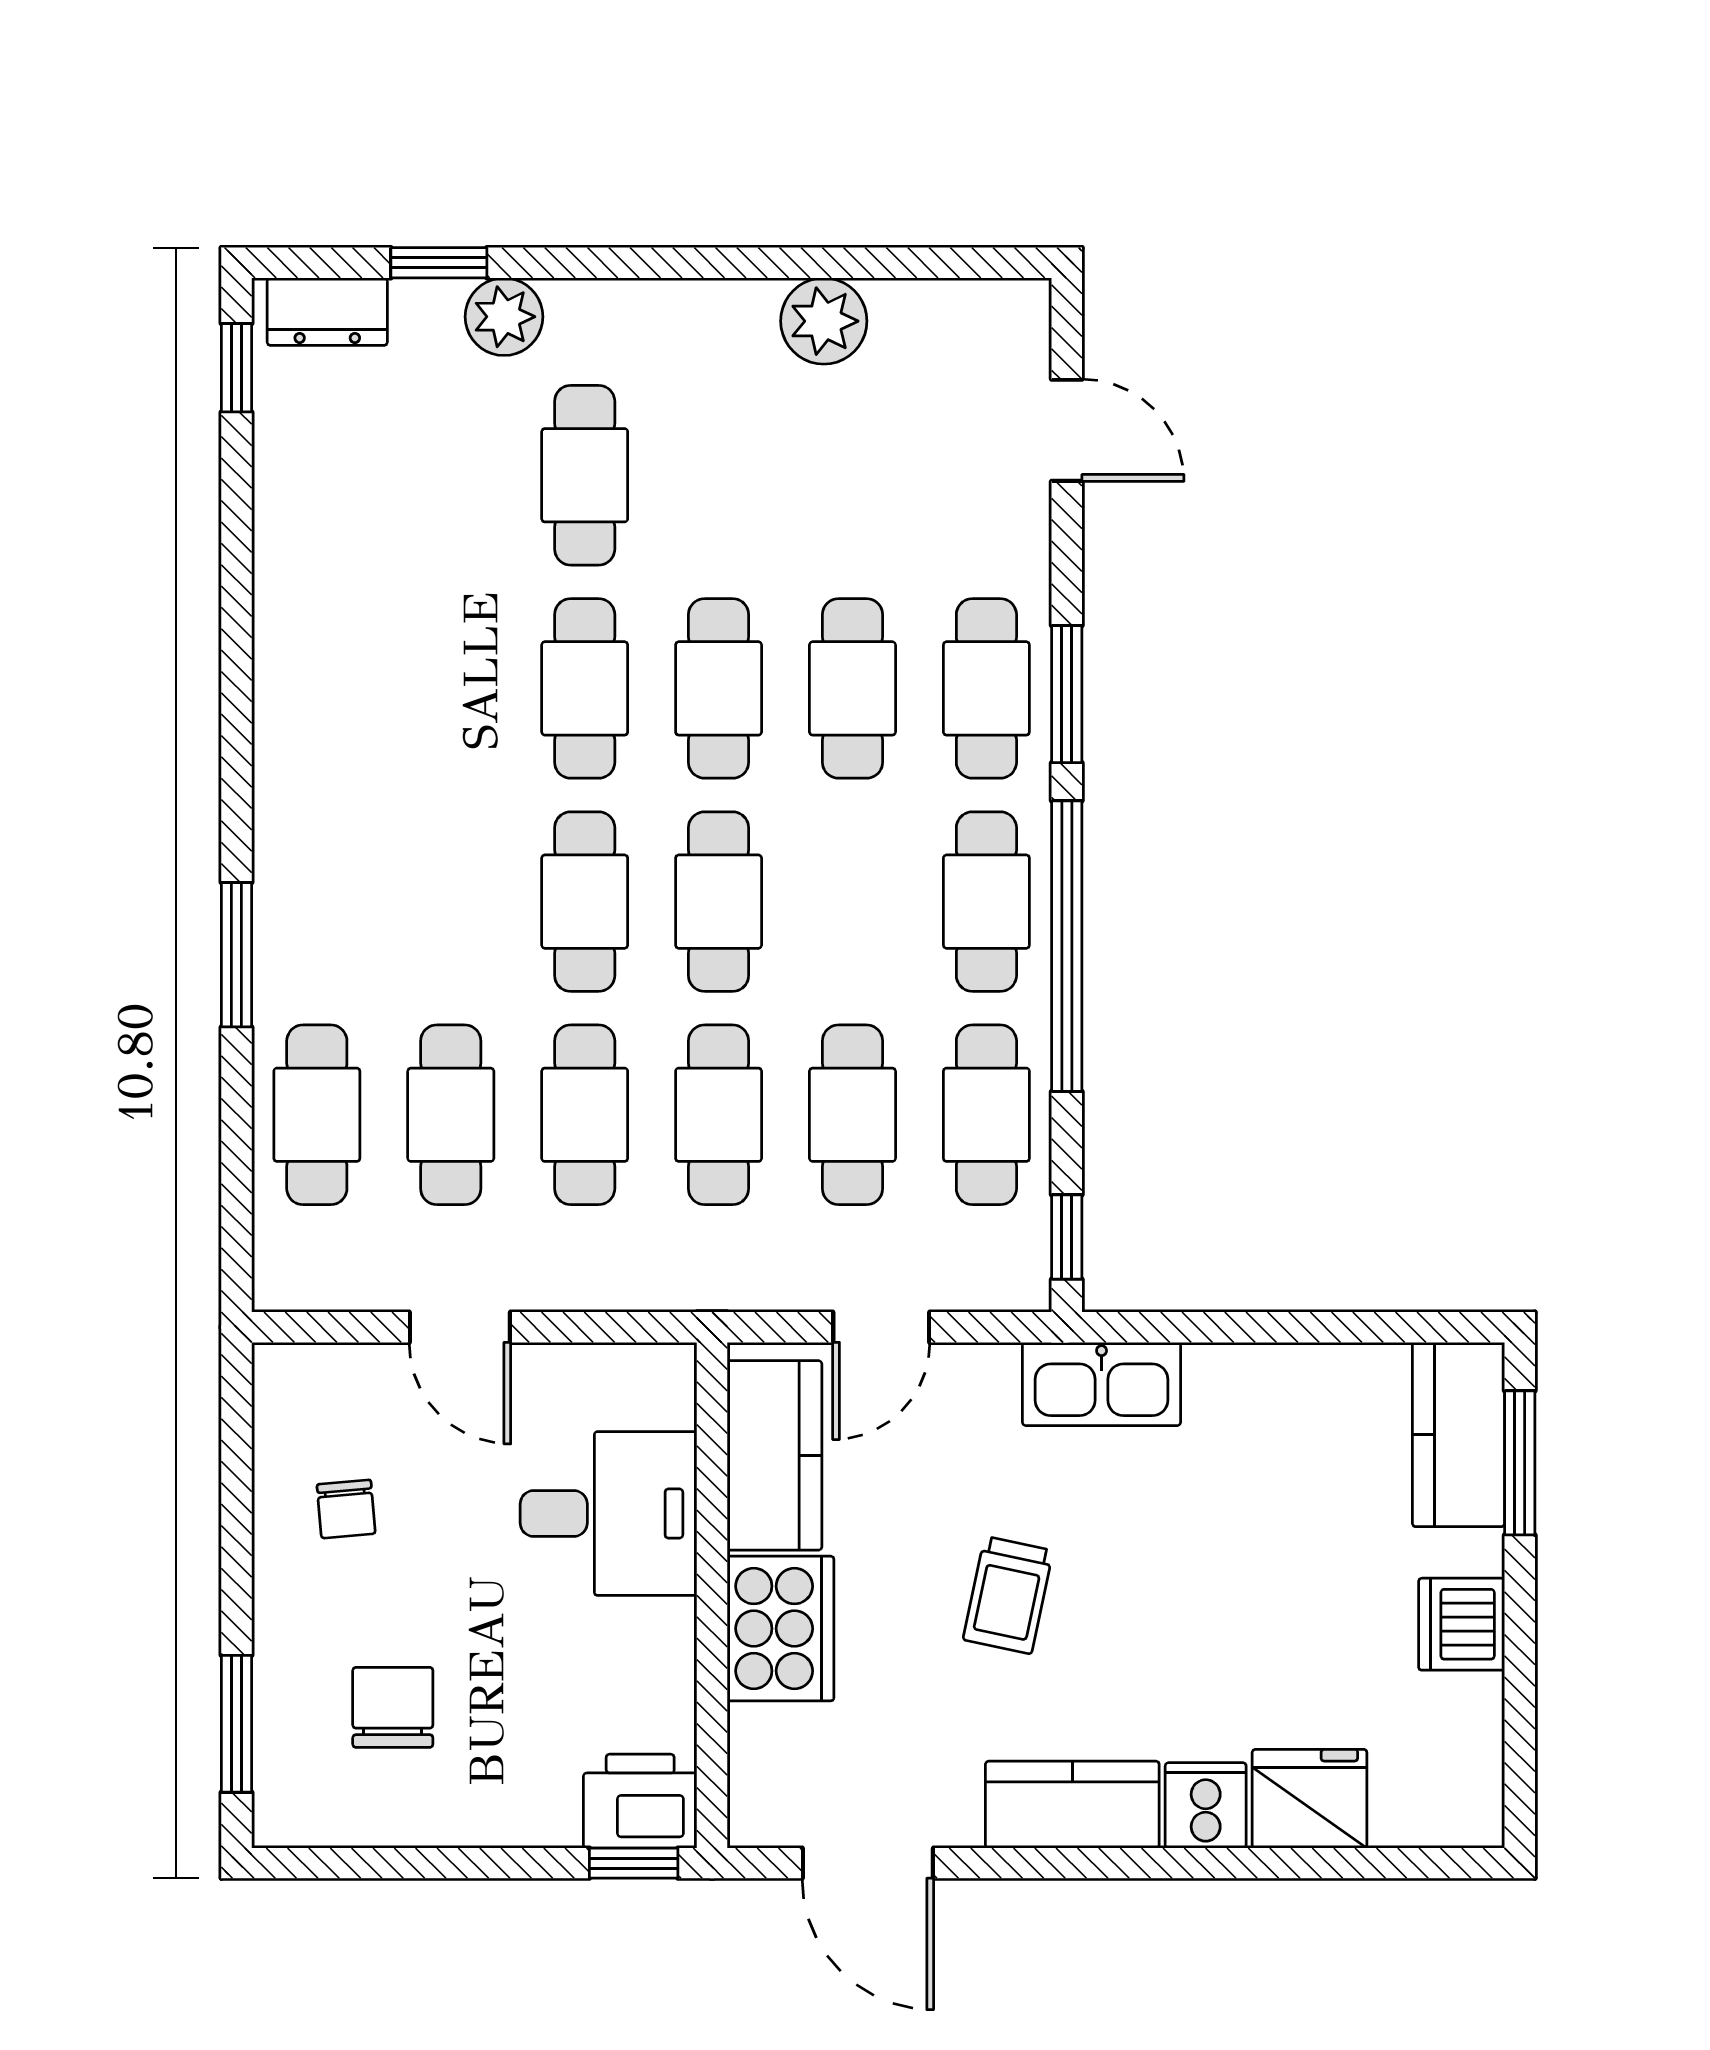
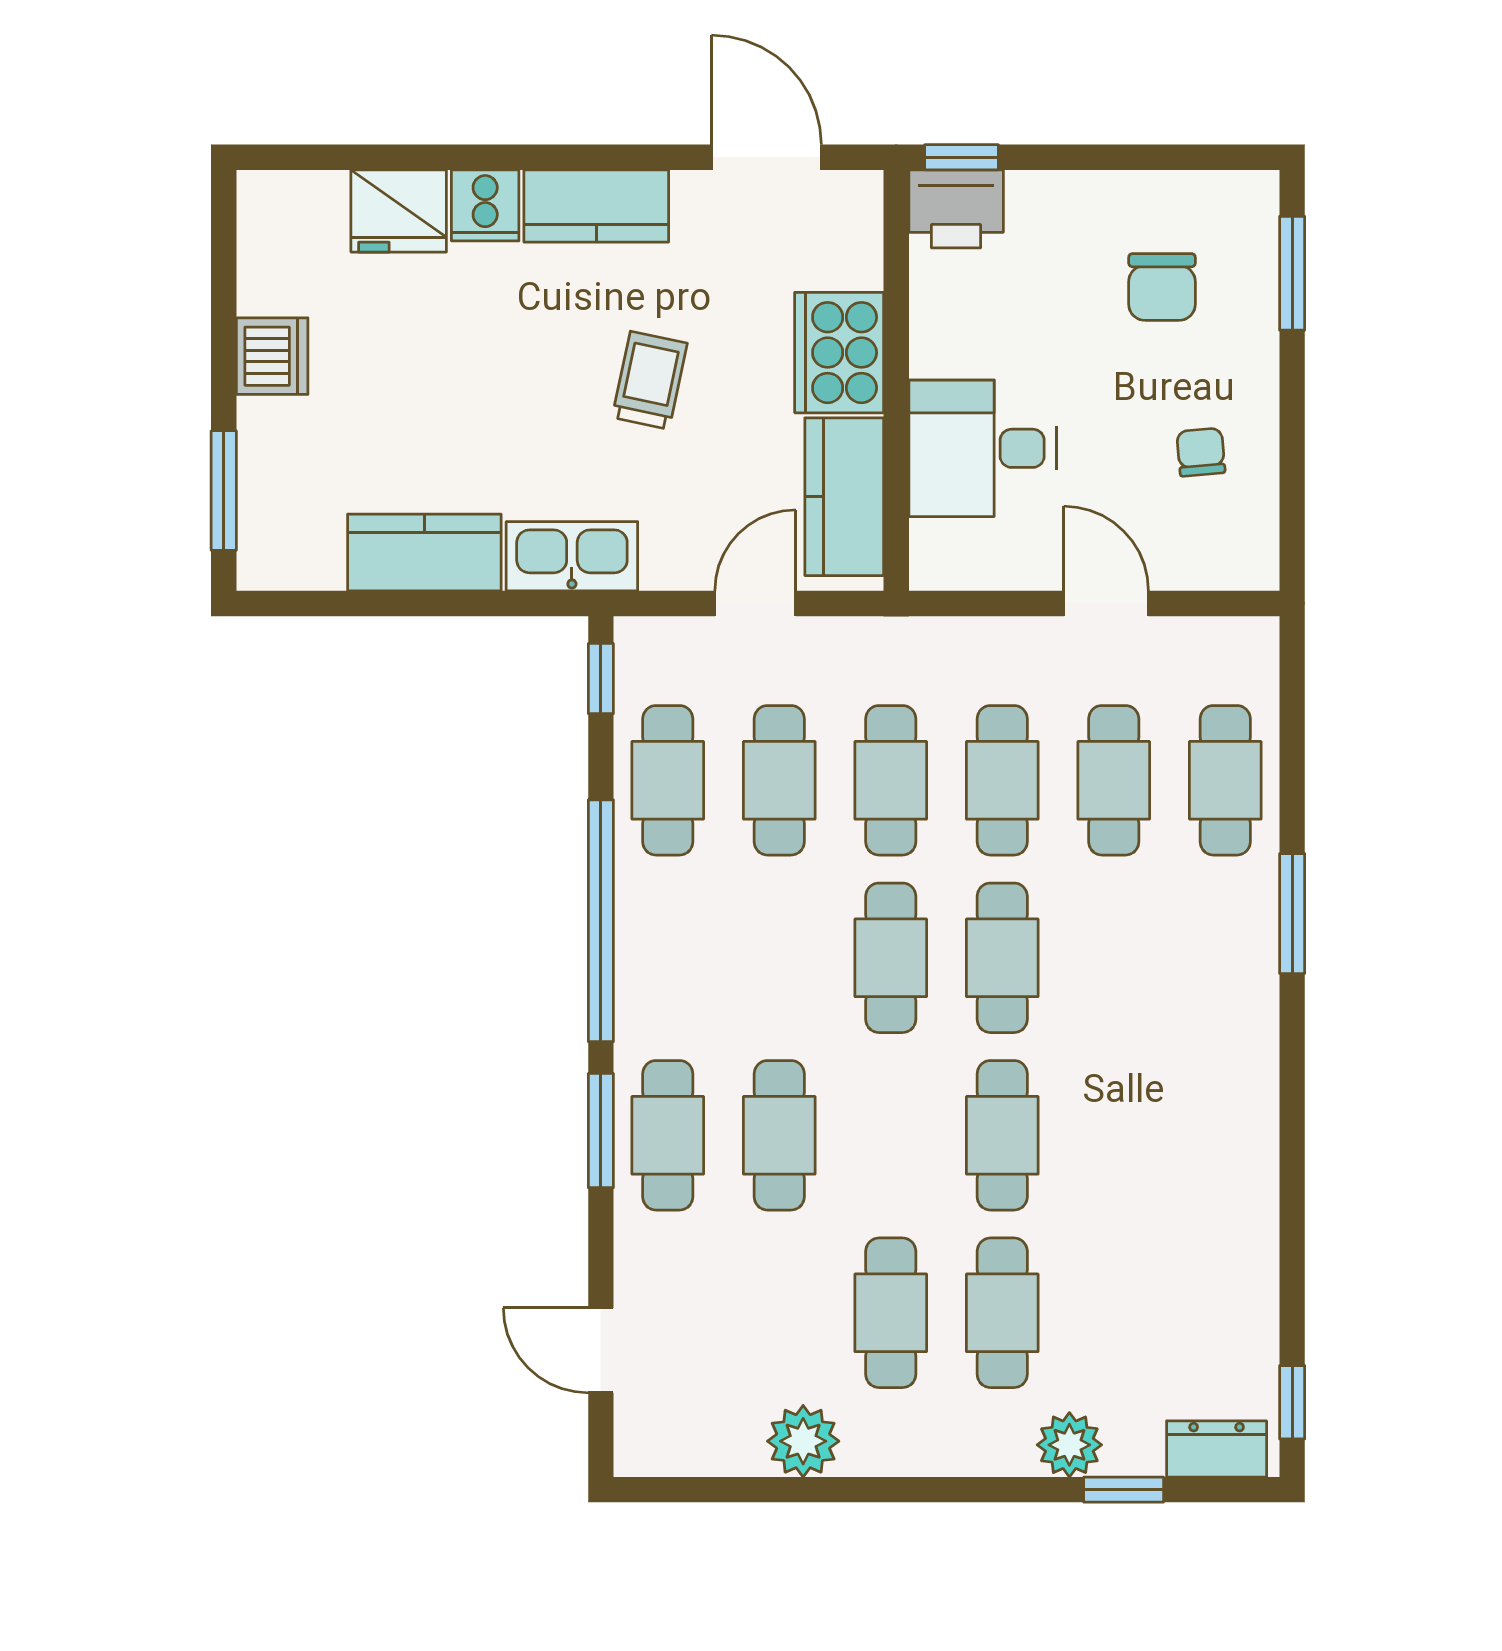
cafe table: (719, 688) -> (891, 1313), moved
cafe table: (986, 902) -> (668, 958), removed
kitchen counter: (1458, 1434) -> (424, 553), moved, turned -90

